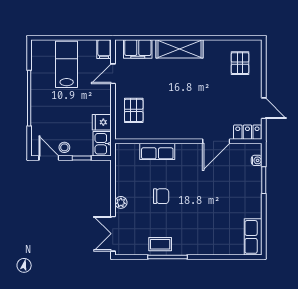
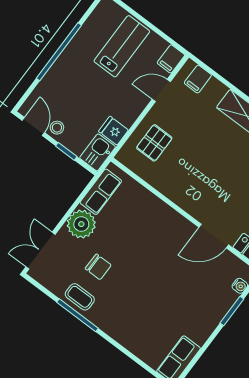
filing cabinet: (138, 49) -> (198, 79), width x0.50
row of seats: (157, 151) -> (101, 192), moved, turned -90
chair: (161, 196) -> (98, 267), moved
plant: (121, 202) -> (81, 224), width x1.88, depth x1.88

